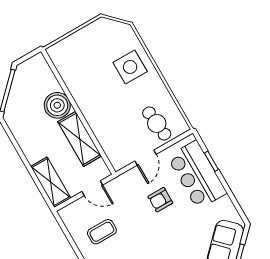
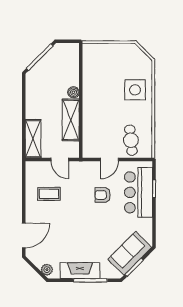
boiler: (57, 105) -> (73, 92), width x0.54, depth x0.54

